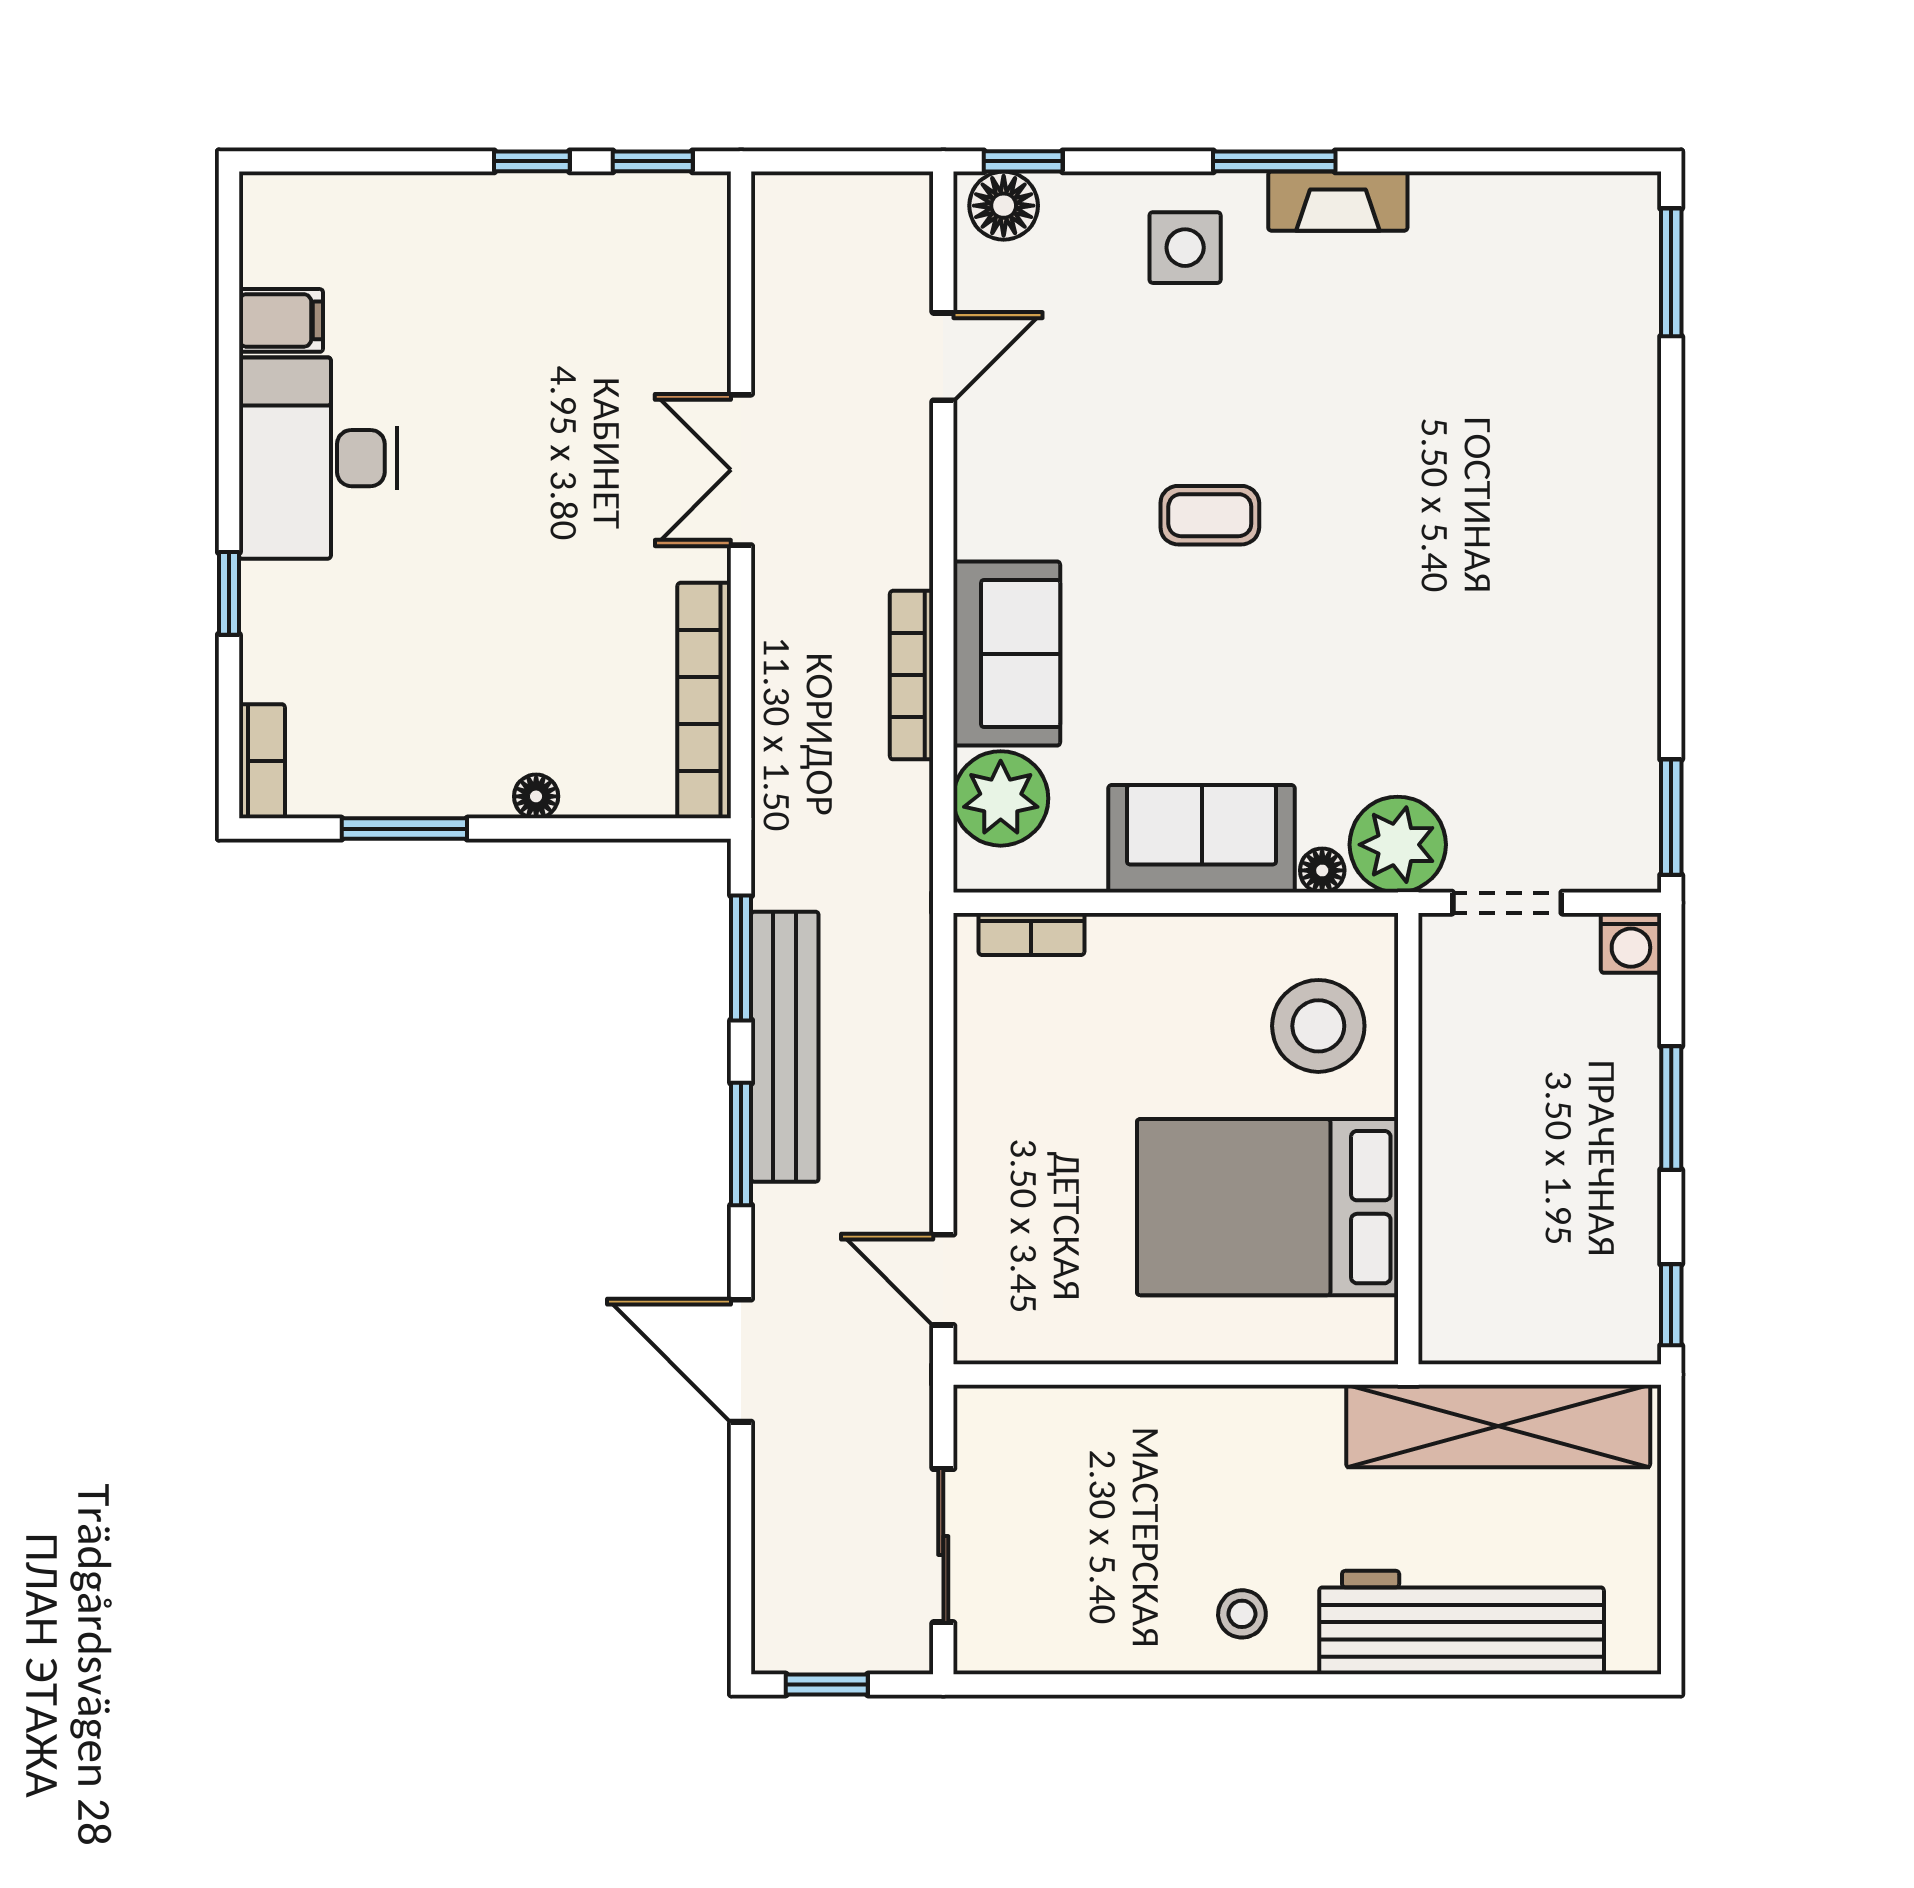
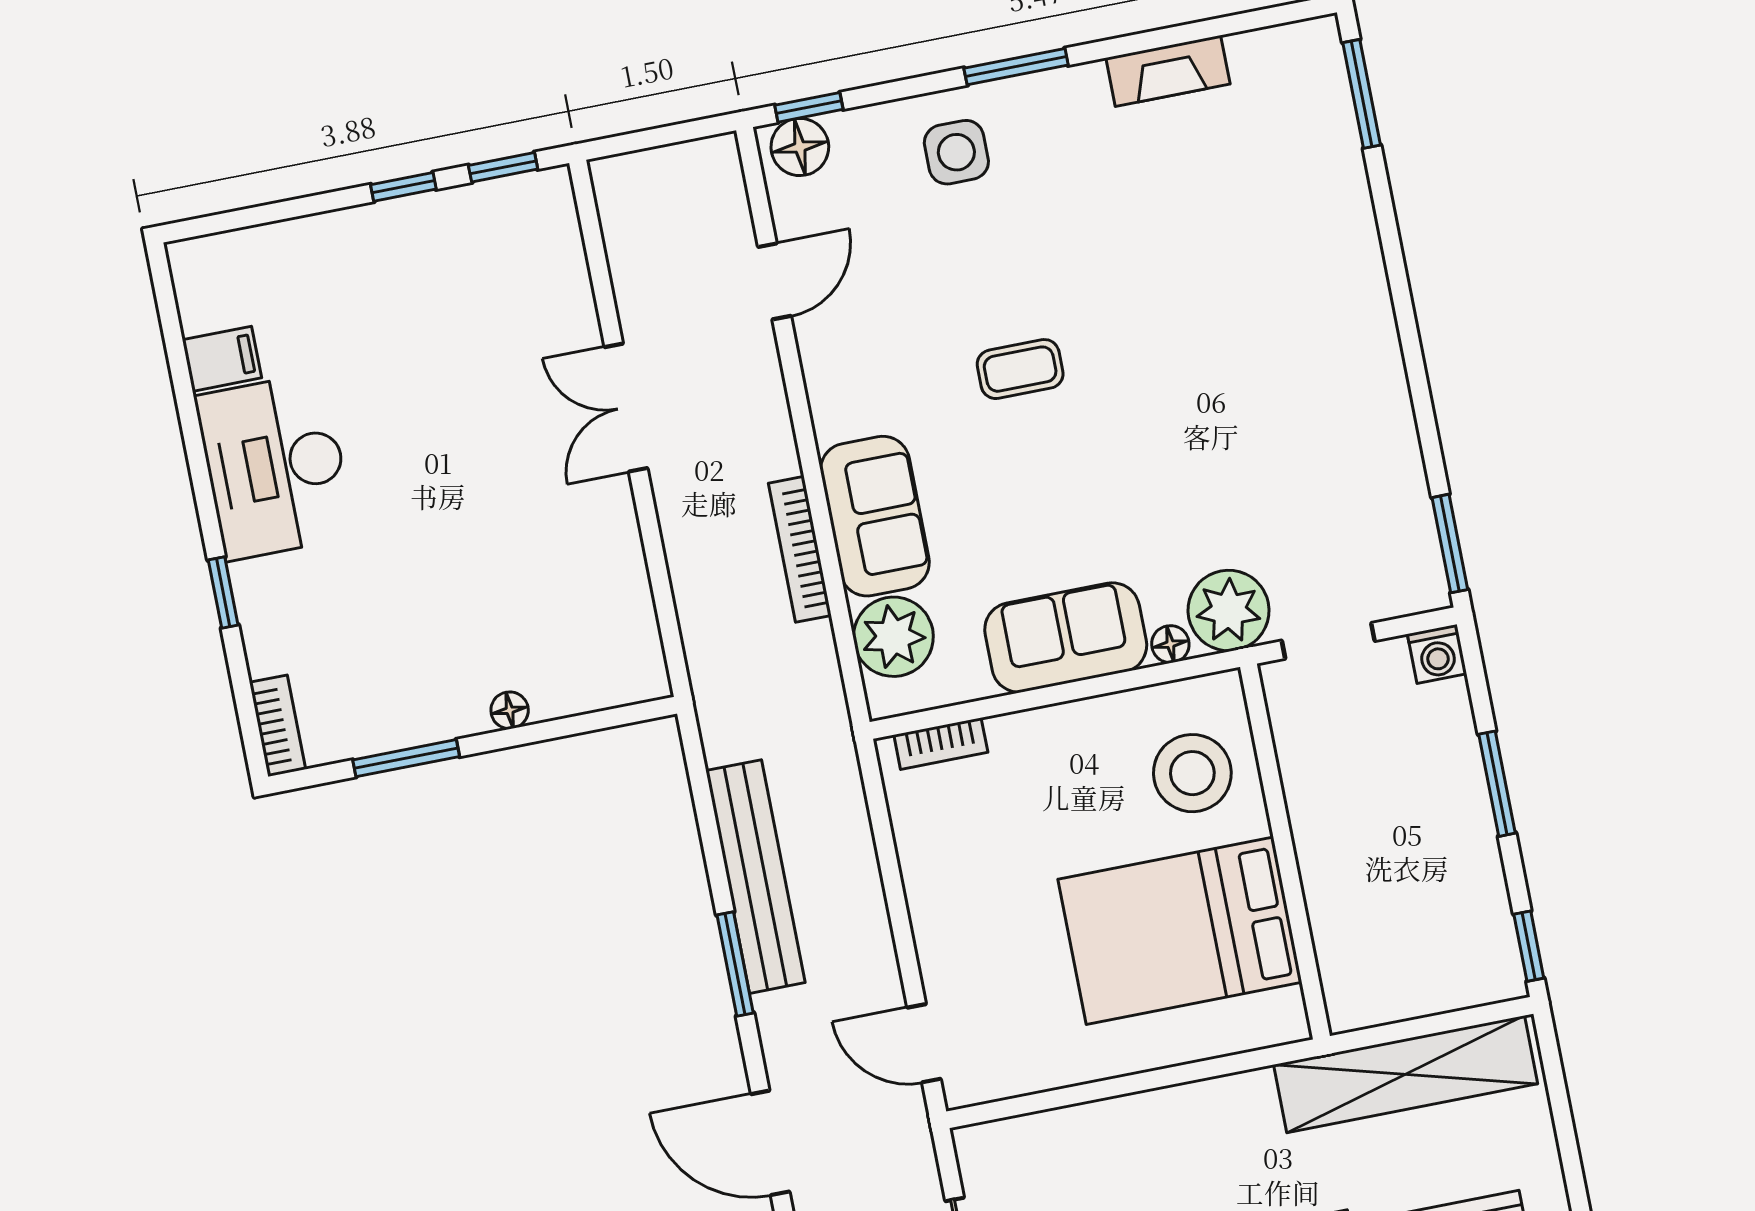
fireplace: (1338, 201) -> (1168, 71), moved
bookcase: (704, 701) -> (633, 604), removed
window: (741, 958) -> (705, 810), removed

